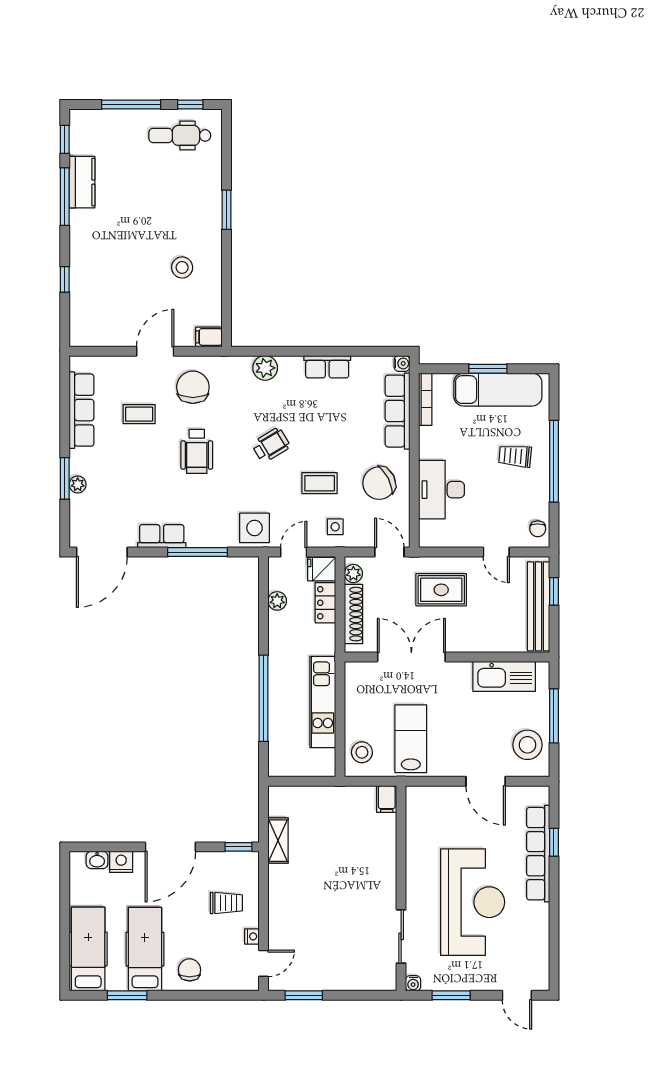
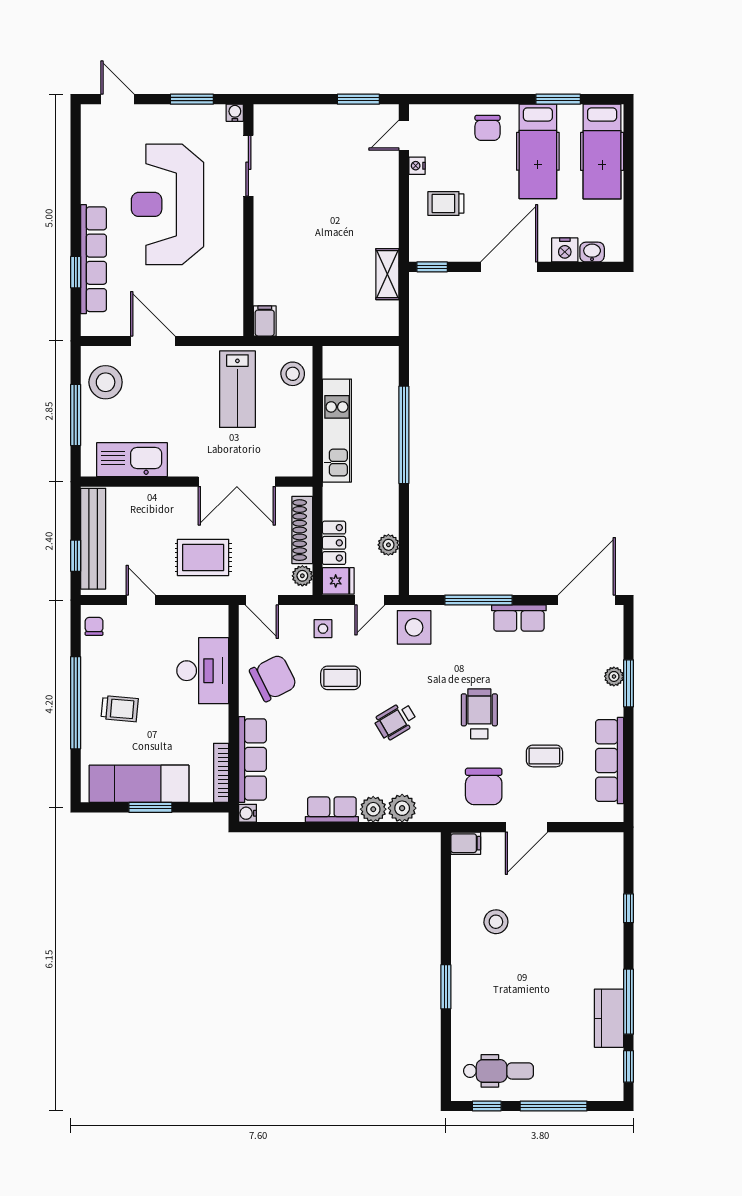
plant: (291, 367) -> (373, 809), added

